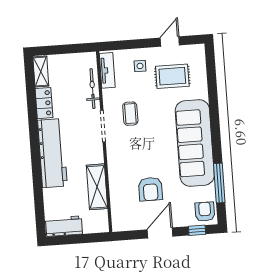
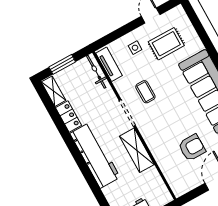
window: (61, 49) -> (62, 64), added
bicycle: (92, 89) -> (96, 72), moved
shelving: (97, 187) -> (137, 150), moved
armchair: (150, 189) -> (192, 148), turned -90

